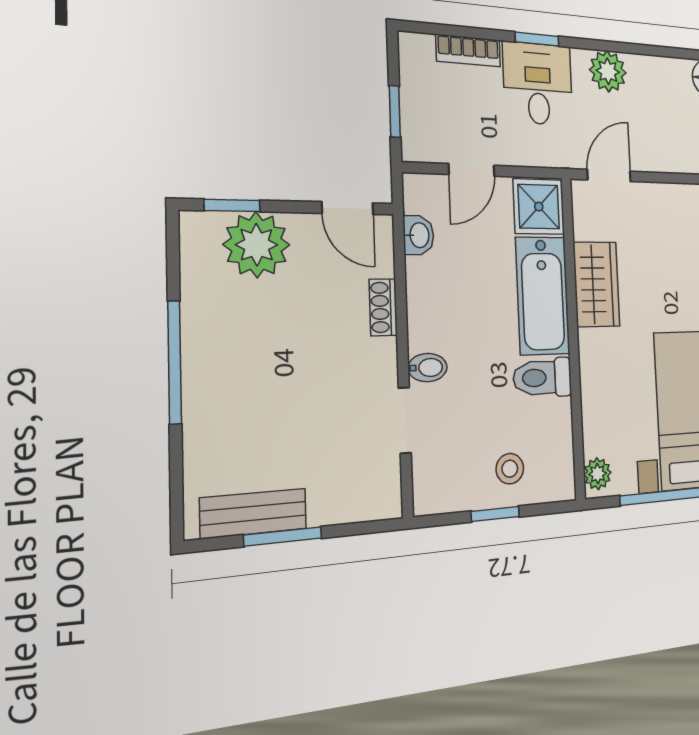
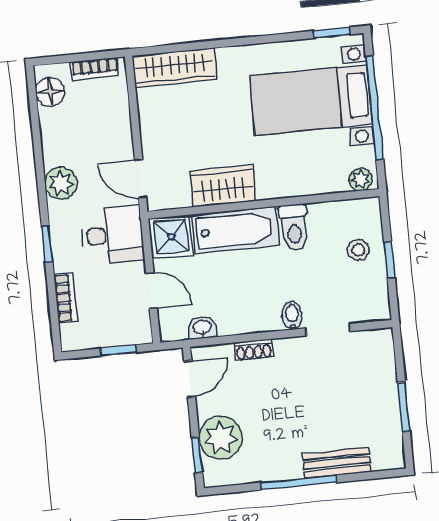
desk: (538, 84) -> (112, 235), moved, turned 180
bench: (254, 513) -> (337, 463), moved, turned 90

